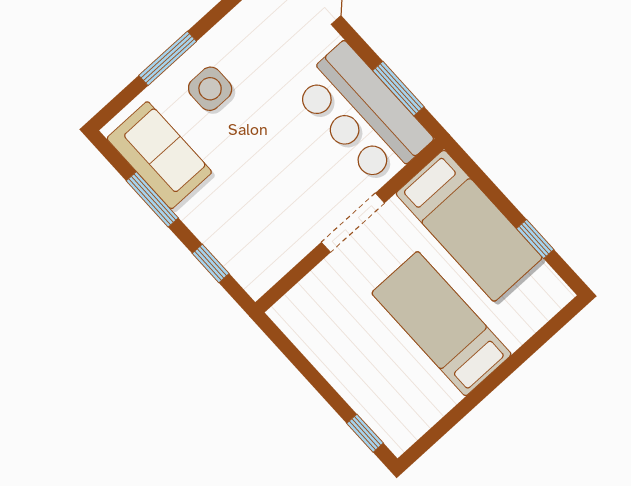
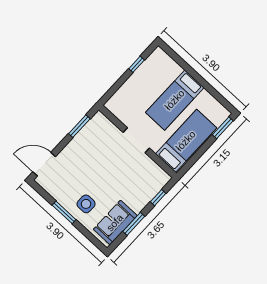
window: (168, 58) -> (64, 212), moved
bar counter: (362, 114) -> (91, 140), removed
bed: (469, 226) -> (186, 141), moved
window: (365, 433) -> (223, 128), width x1.50

